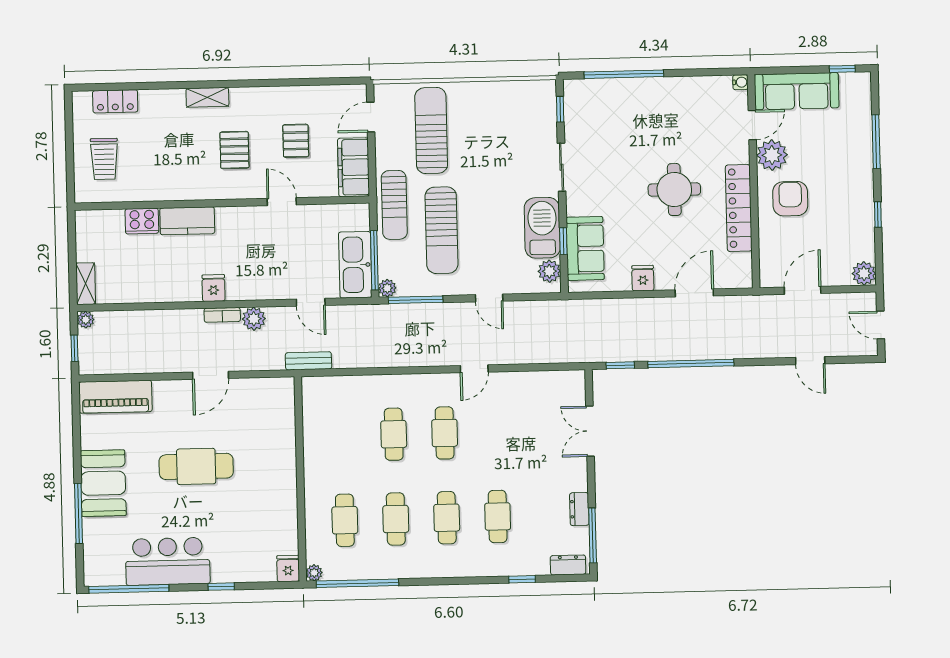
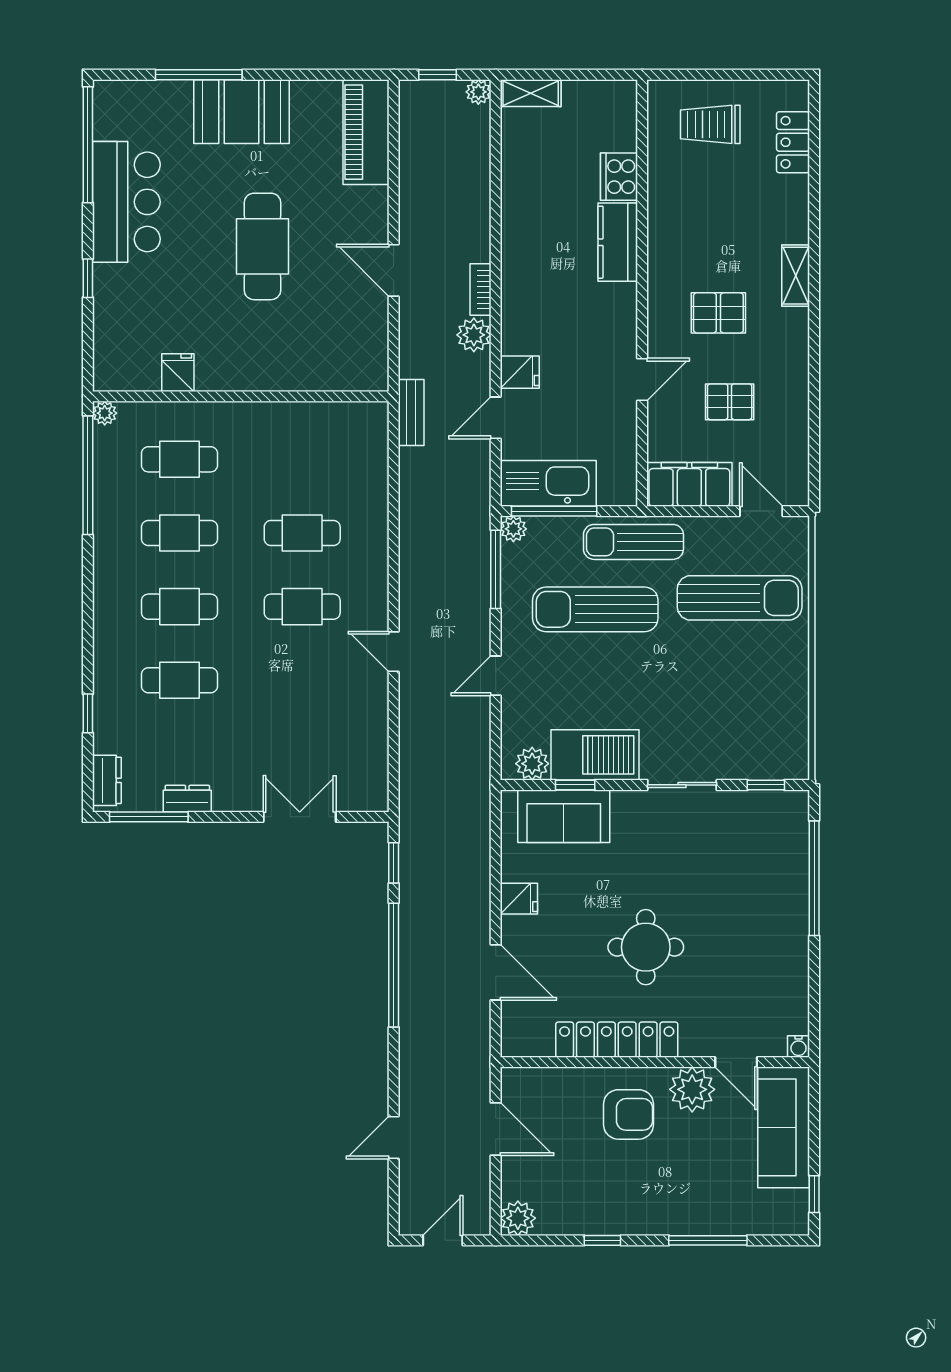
fridge: (214, 288) -> (520, 372), moved
fridge: (288, 568) -> (178, 373), moved, turned -90

